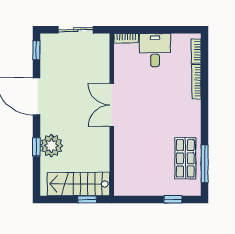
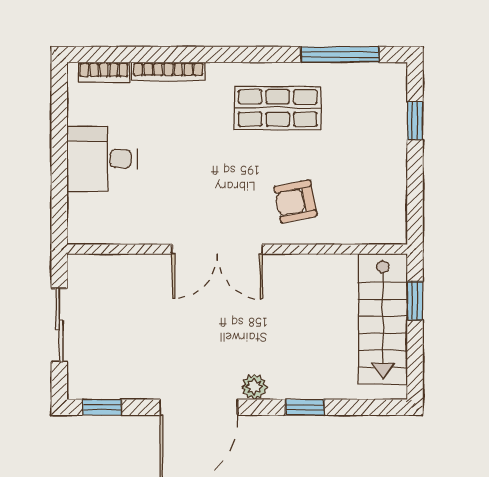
bookcase: (126, 38) -> (77, 219), removed
armchair: (135, 142) -> (296, 201), added
plant: (51, 146) -> (254, 387), moved, width x0.53, depth x0.53
shop shelf: (185, 158) -> (278, 108), moved

